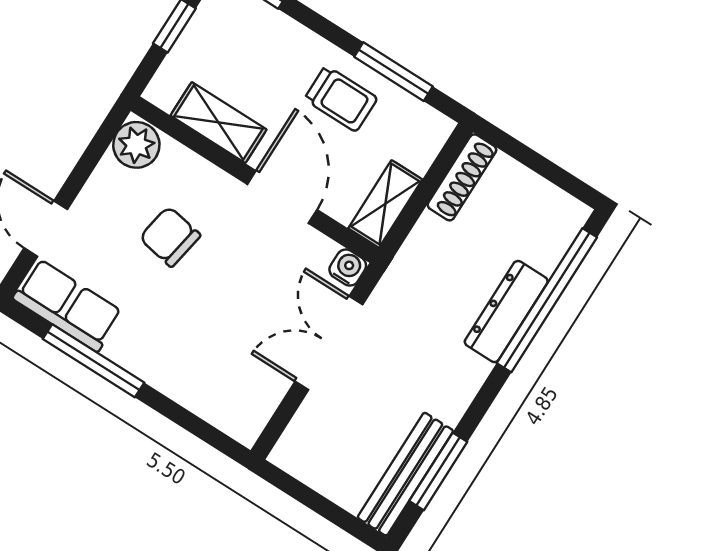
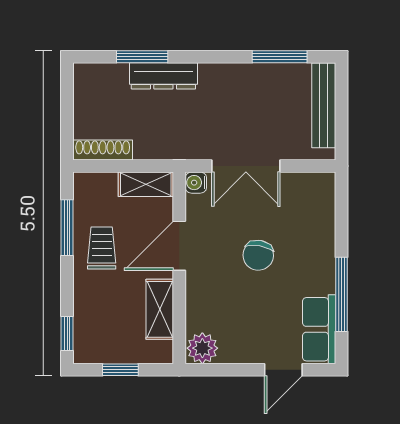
chair: (170, 237) -> (258, 255), moved
window: (547, 300) -> (142, 57), width x0.47
bench: (405, 474) -> (324, 105), moved, turned 90

